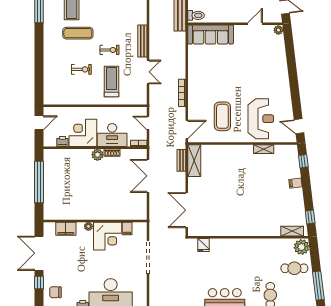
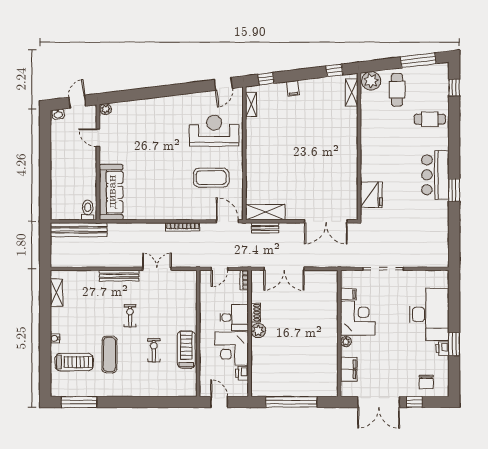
treadmill: (111, 81) -> (186, 350), moved, turned 90
desk: (112, 135) -> (234, 317), width x0.73
shelving: (264, 149) -> (251, 105), moved
fridge: (204, 245) -> (371, 195), width x1.88, depth x1.34

